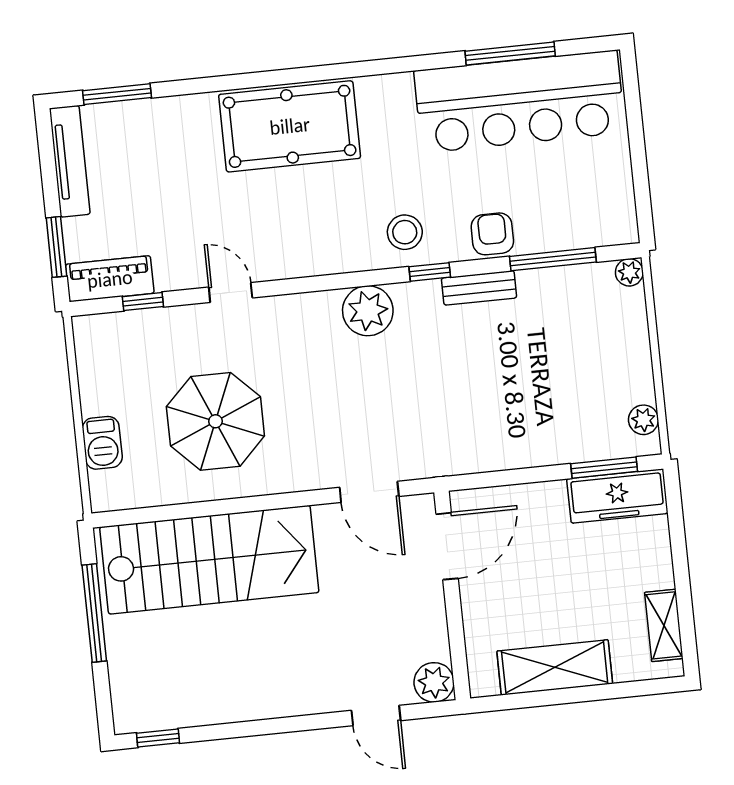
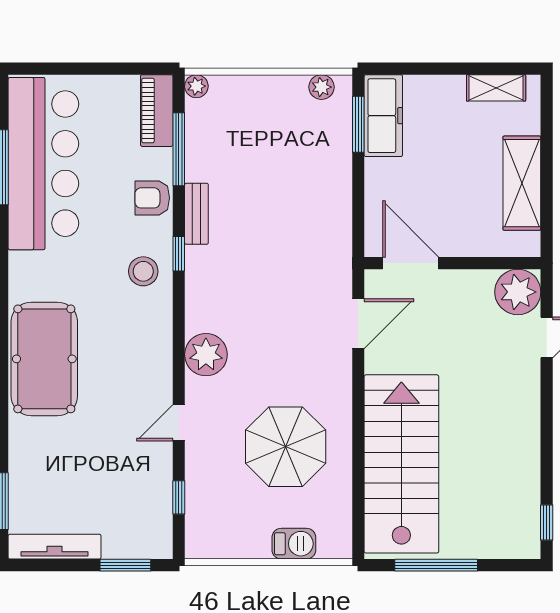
piano: (110, 279) -> (157, 111), moved
plant: (368, 311) -> (206, 355), moved
plant: (434, 682) -> (518, 292), width x1.36, depth x1.36

